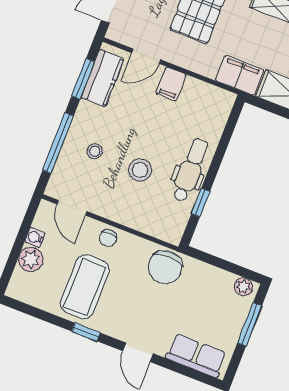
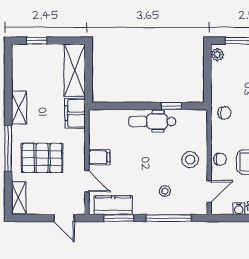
stool: (140, 170) -> (190, 160), moved
chair: (165, 267) -> (224, 113), width x0.54, depth x0.54

